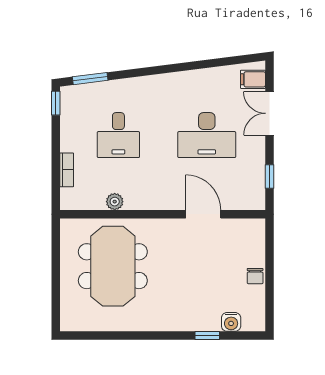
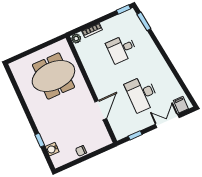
plant: (115, 202) -> (76, 39), moved

